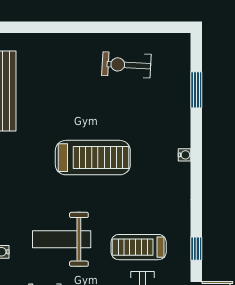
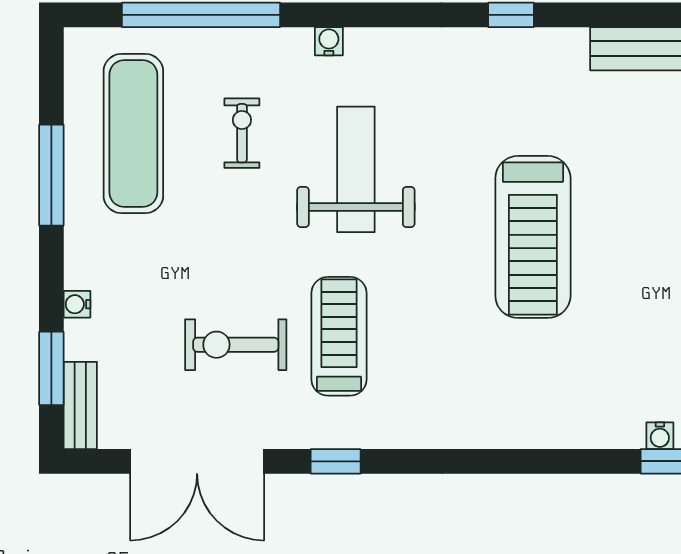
water cooler: (184, 155) -> (660, 436), moved

